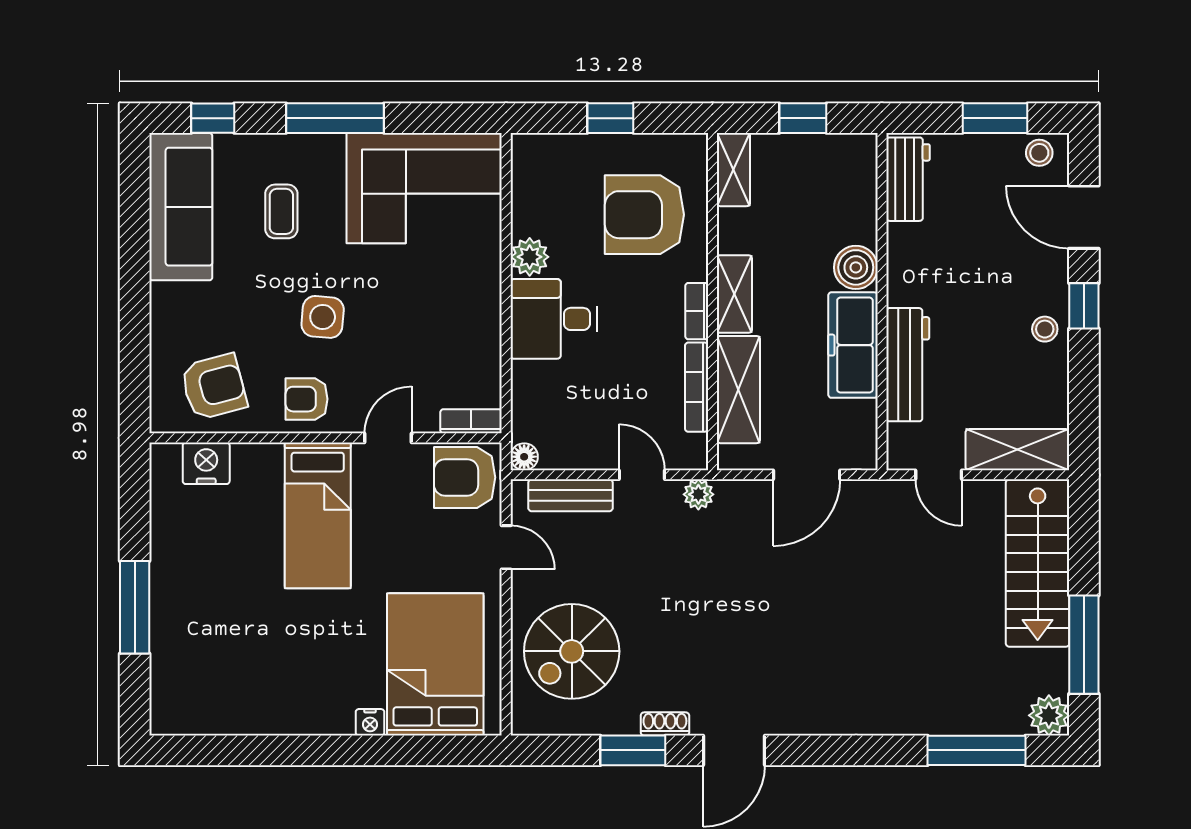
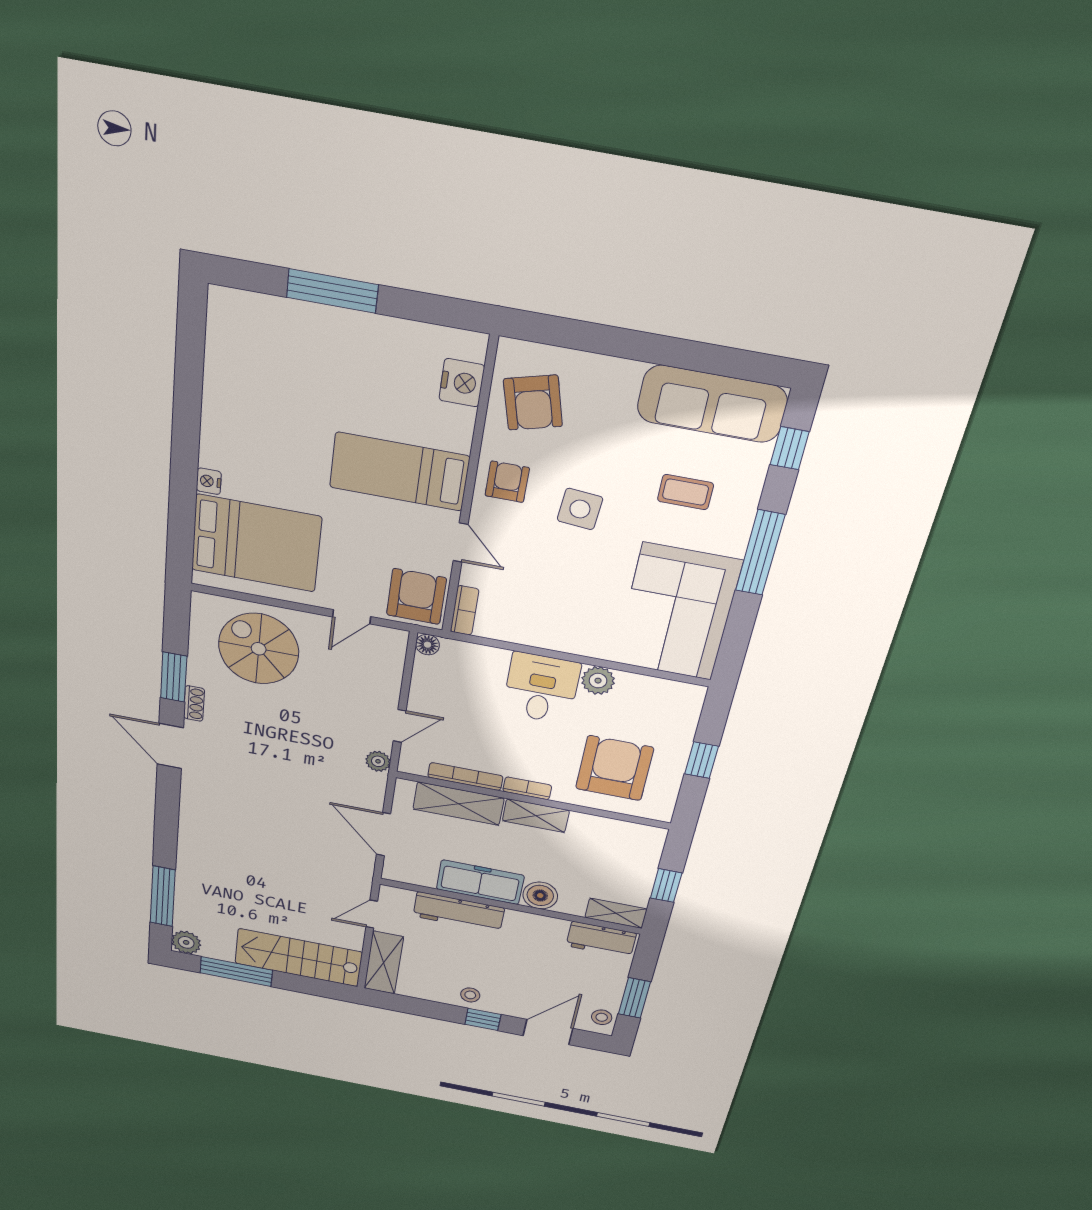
shelving: (733, 170) -> (616, 913), moved
bench: (570, 495) -> (390, 672), removed

